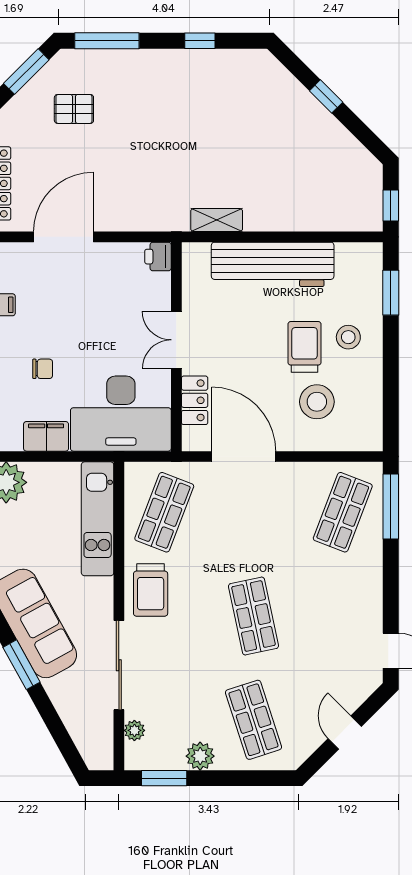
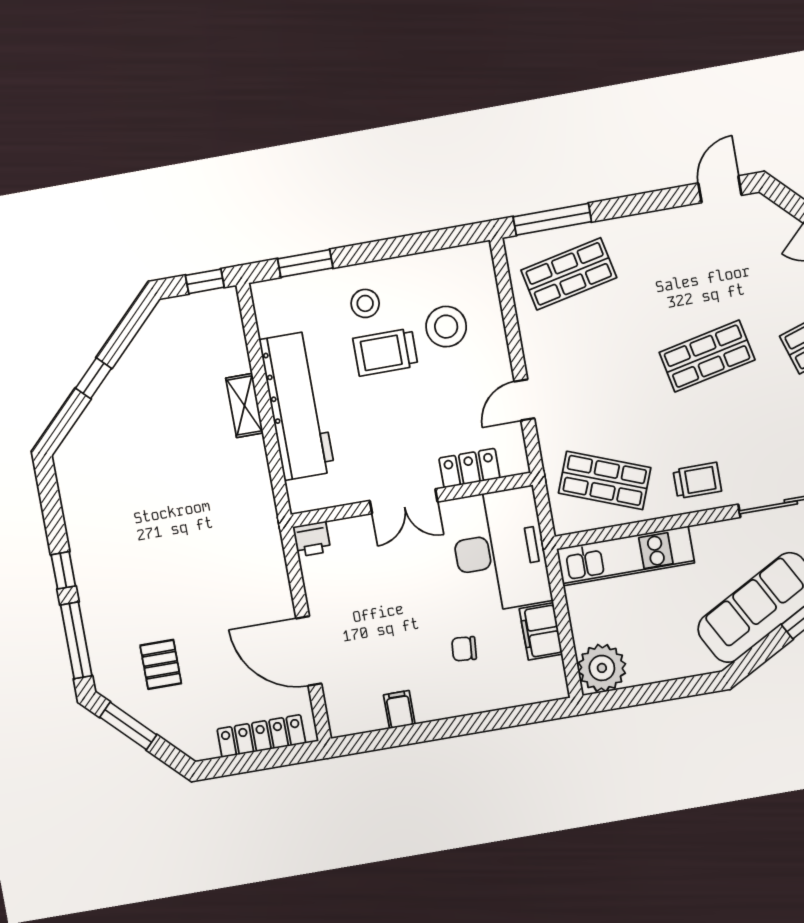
window: (200, 41) -> (63, 570), moved
shelving: (217, 220) -> (244, 405), moved
chair: (43, 369) -> (464, 649), turned -85
door: (244, 457) -> (524, 400), width x0.53
shop shelf: (343, 512) -> (569, 274), turned -33
trolley: (151, 590) -> (697, 481), width x0.73, depth x0.72

